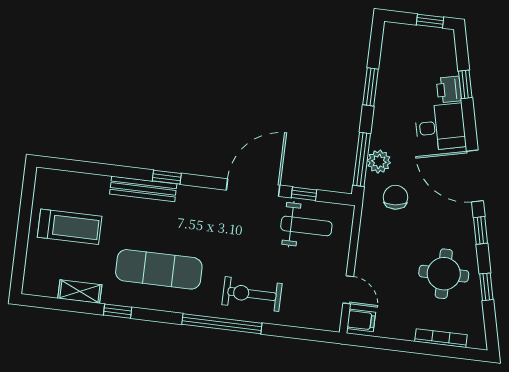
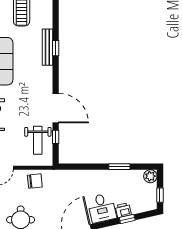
window: (362, 159) -> (79, 167), removed
plant: (379, 162) -> (150, 176), moved
window: (167, 177) -> (56, 48), moved
chair: (396, 197) -> (35, 181), moved

